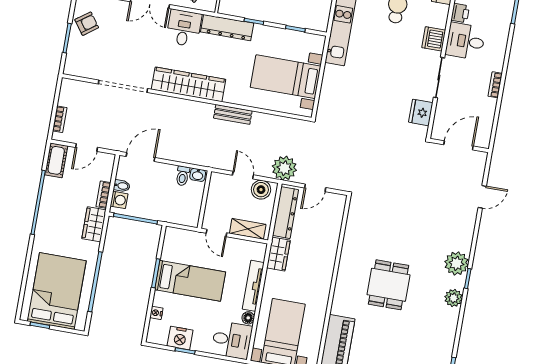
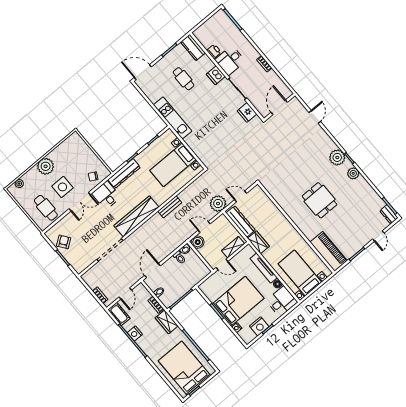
door: (315, 188) -> (241, 196), swing flipped
boiler: (261, 190) -> (198, 242), moved
nightstand: (49, 198) -> (135, 333), added
washing machine: (119, 200) -> (165, 299), removed
bed: (190, 281) -> (238, 301), width x1.50

